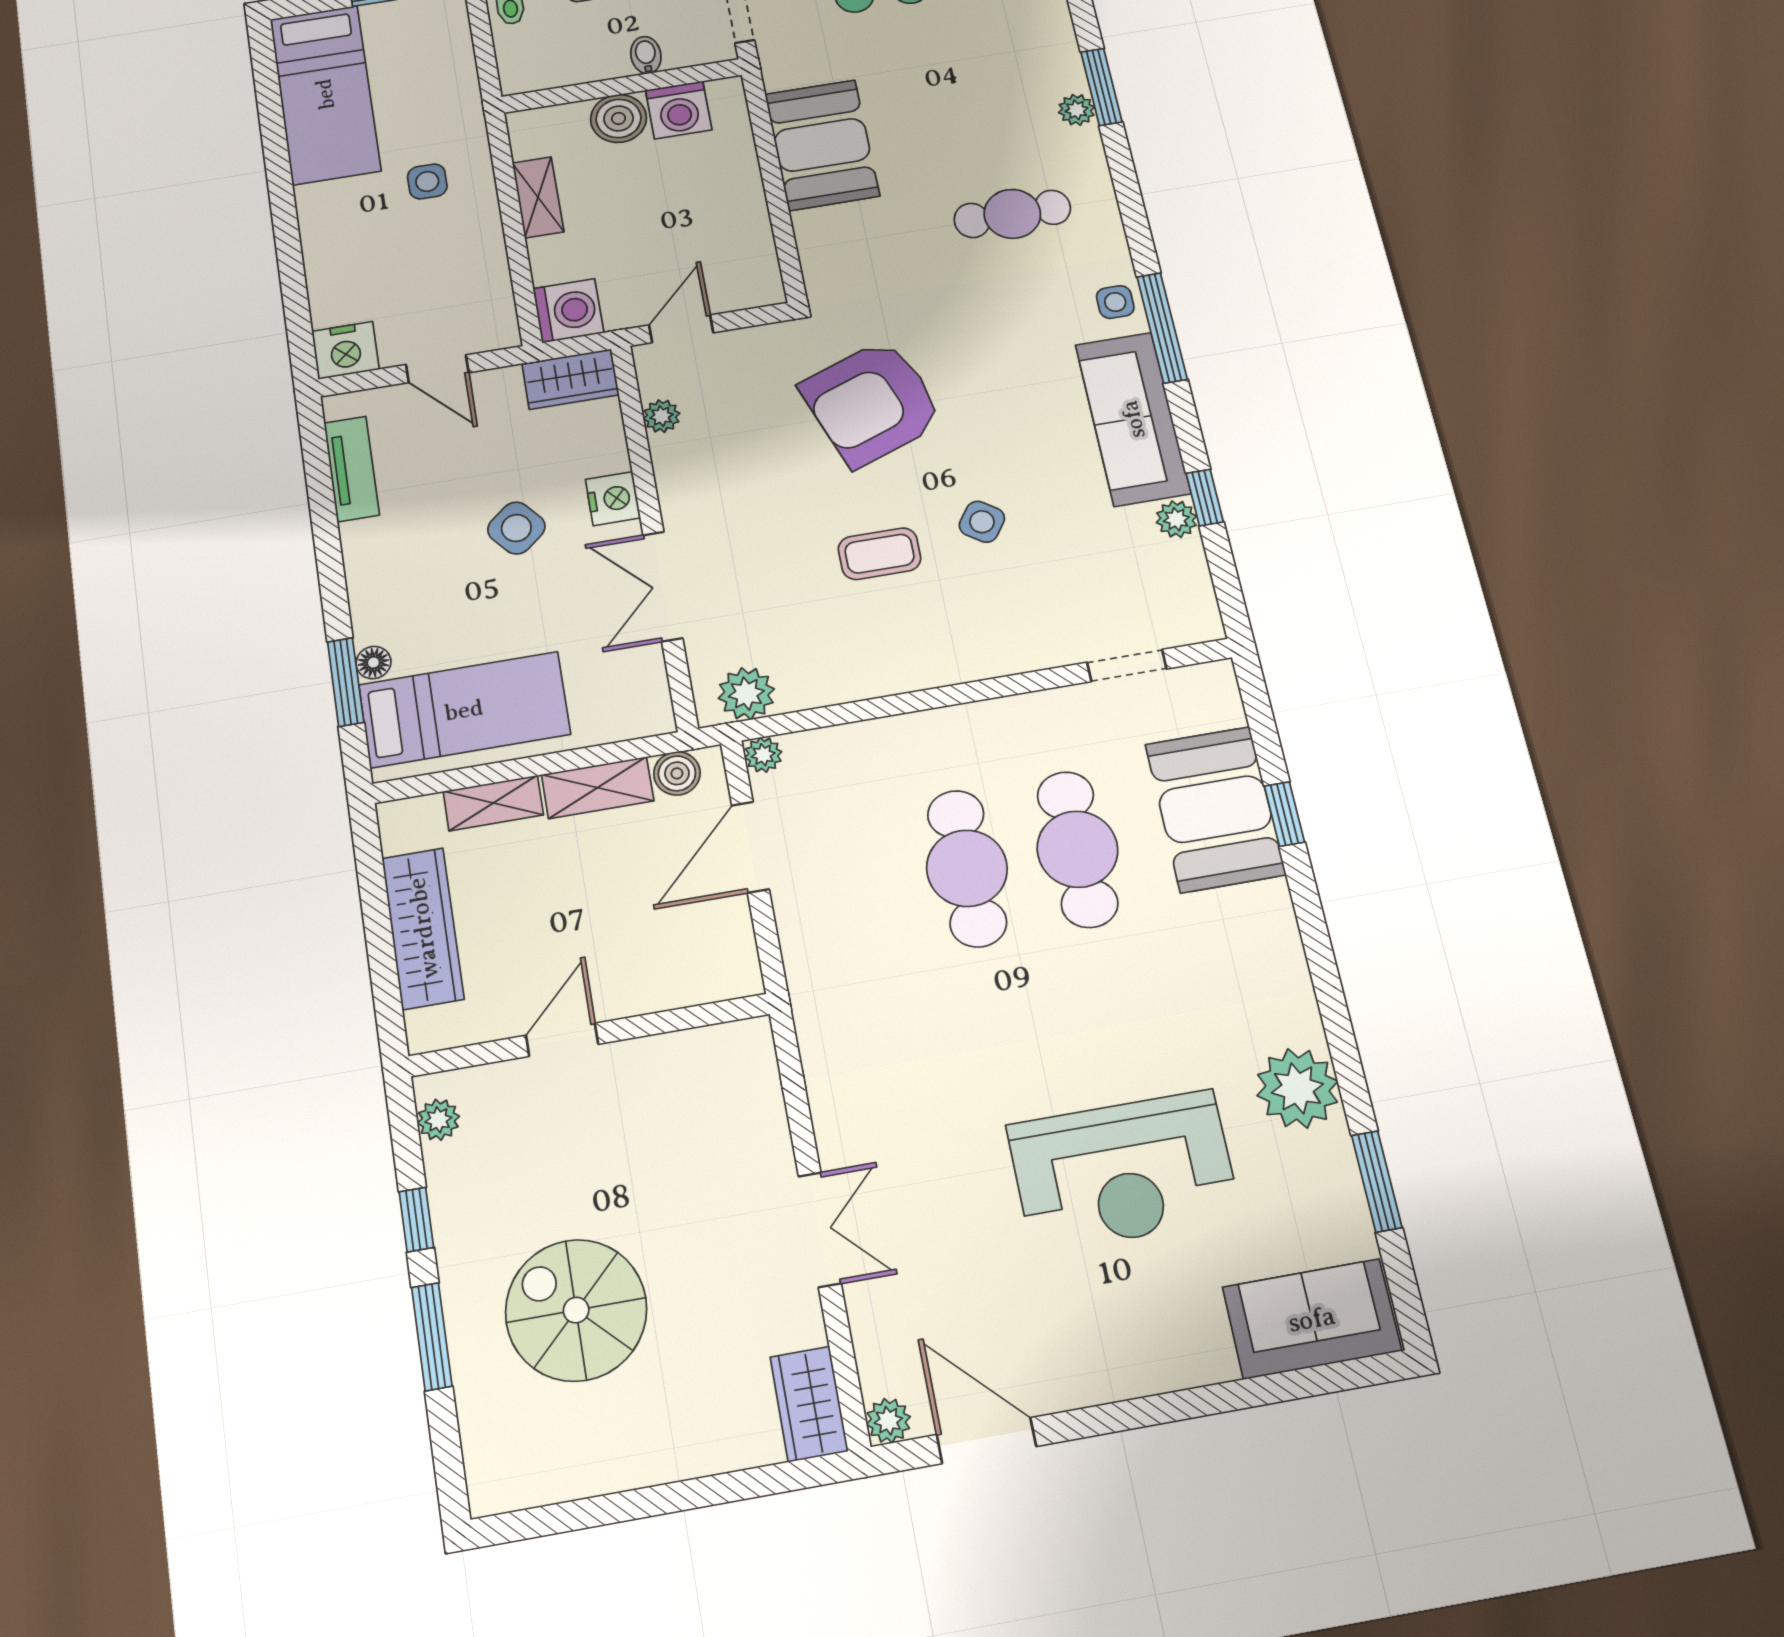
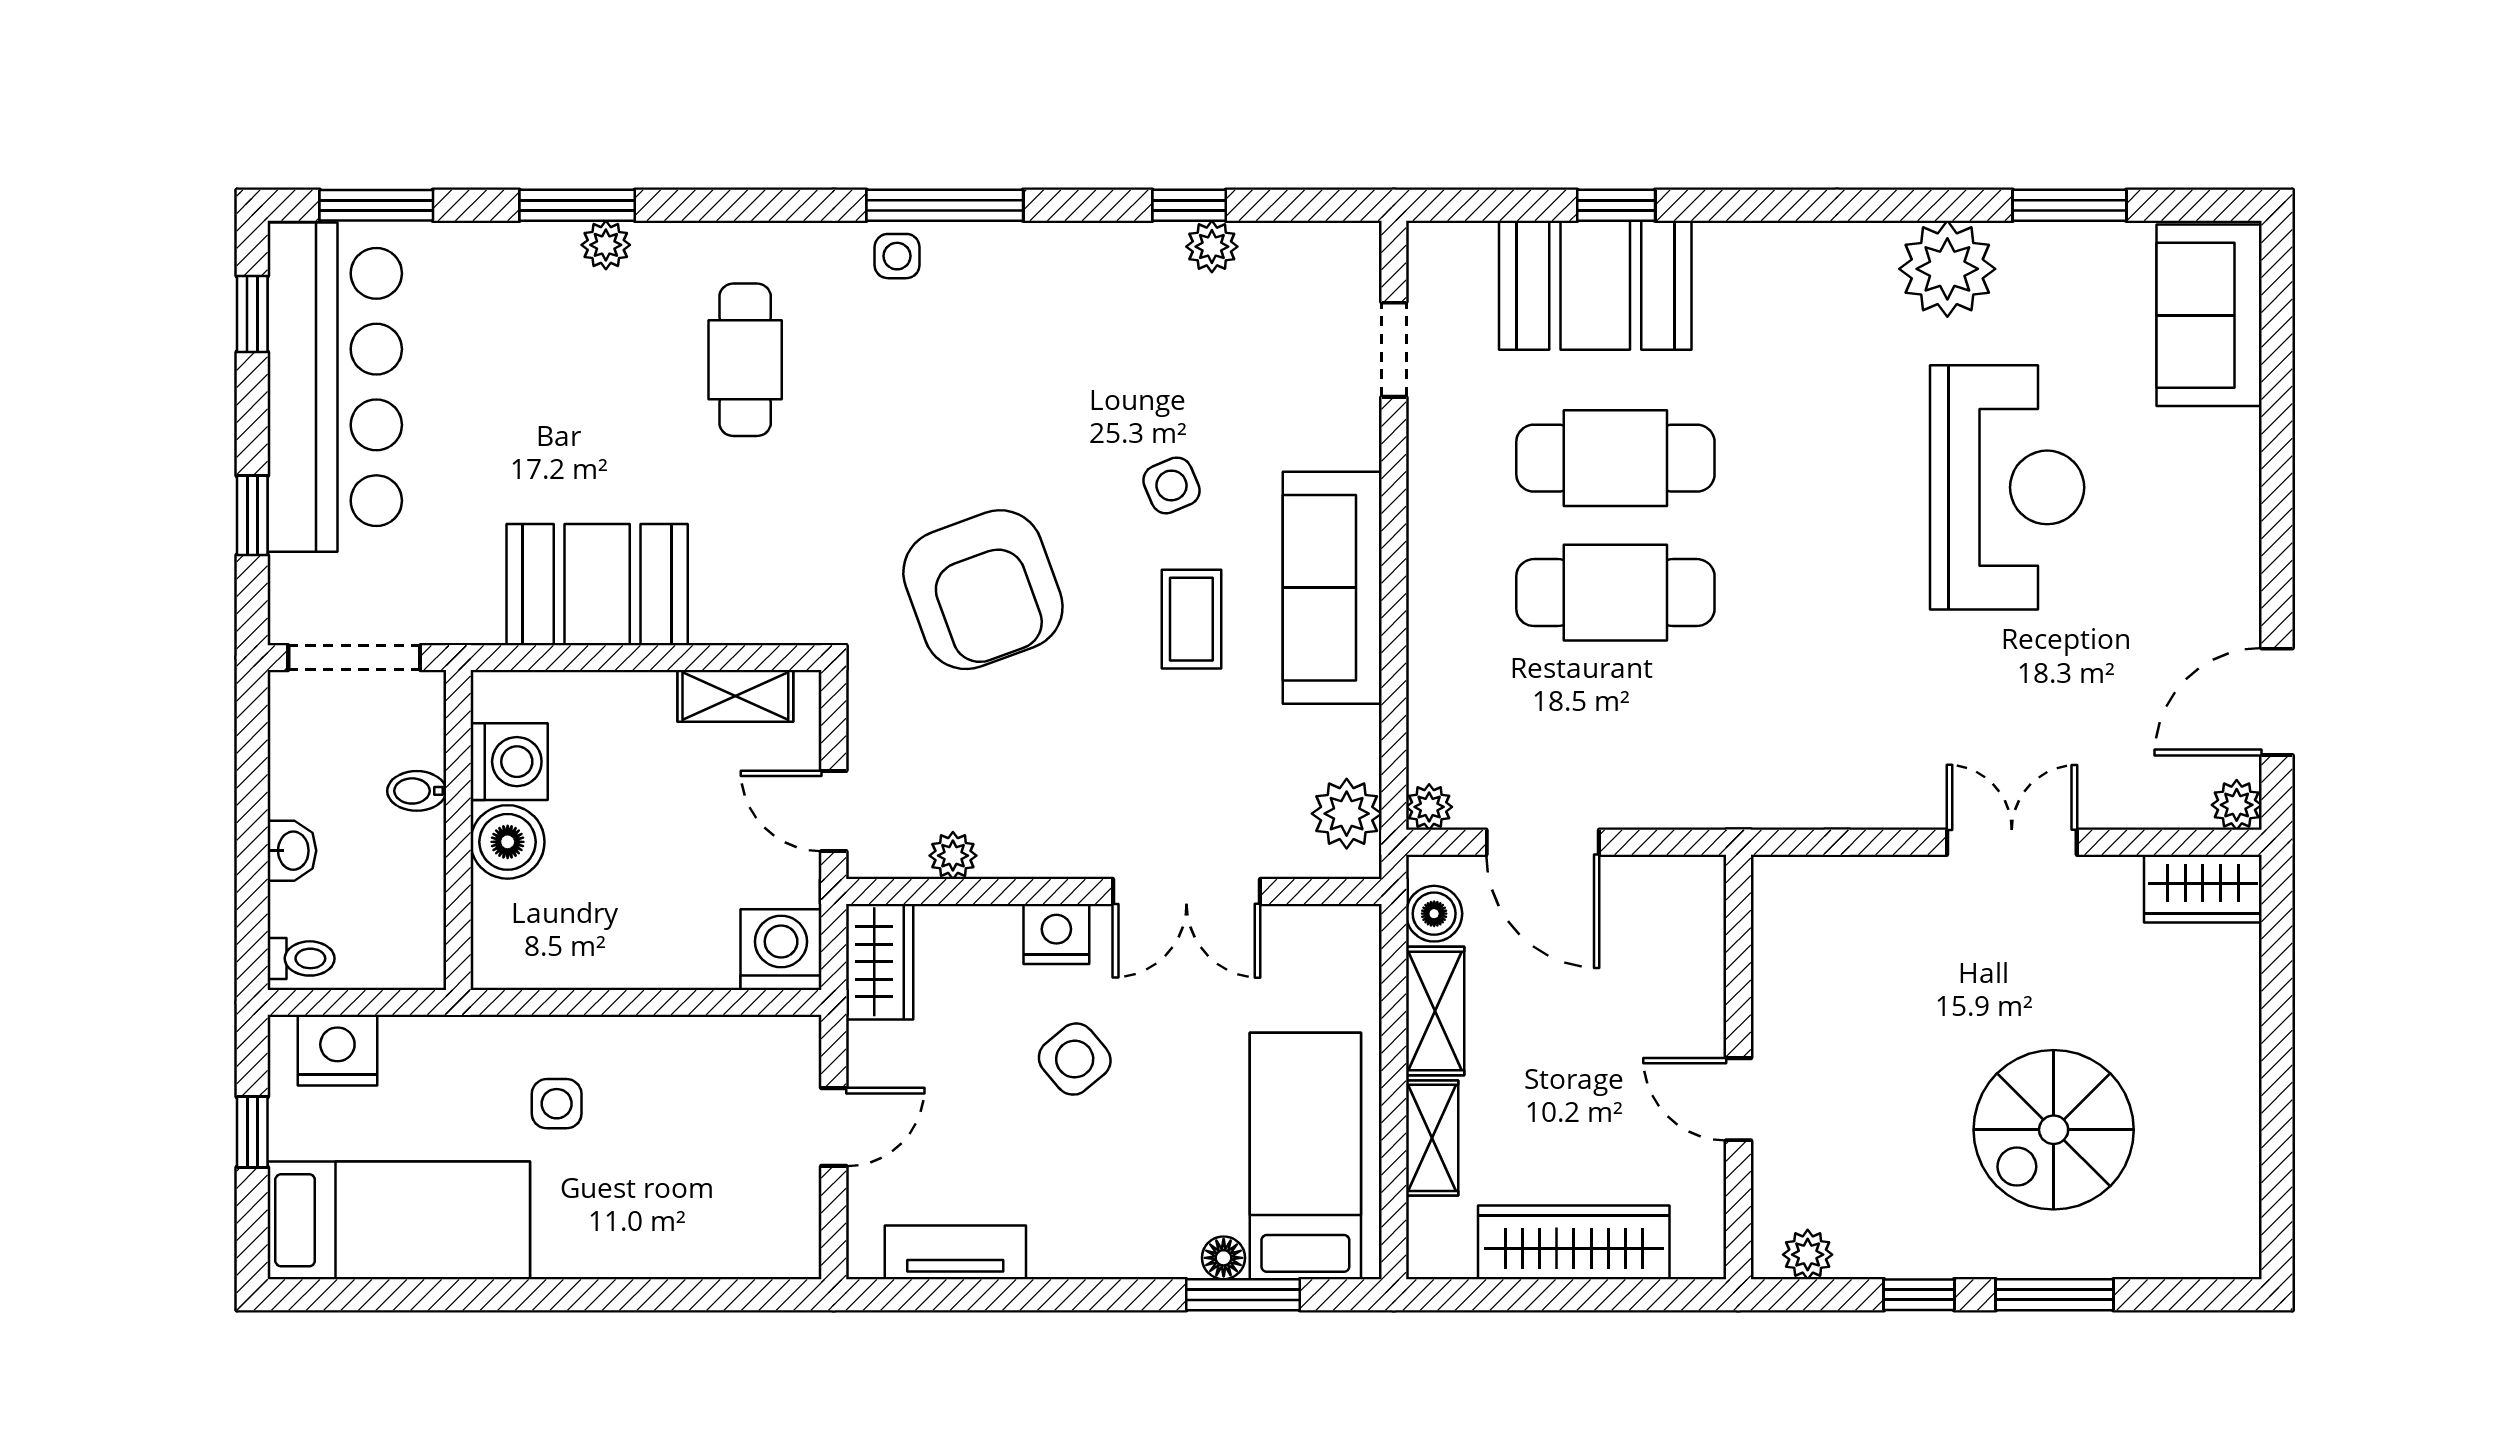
shelving: (538, 197) -> (735, 696), moved
nightstand: (345, 350) -> (337, 1050), moved, turned -90
sofa: (1133, 419) -> (1332, 588), moved, turned 90
side table: (982, 522) -> (1171, 485), turned 32

